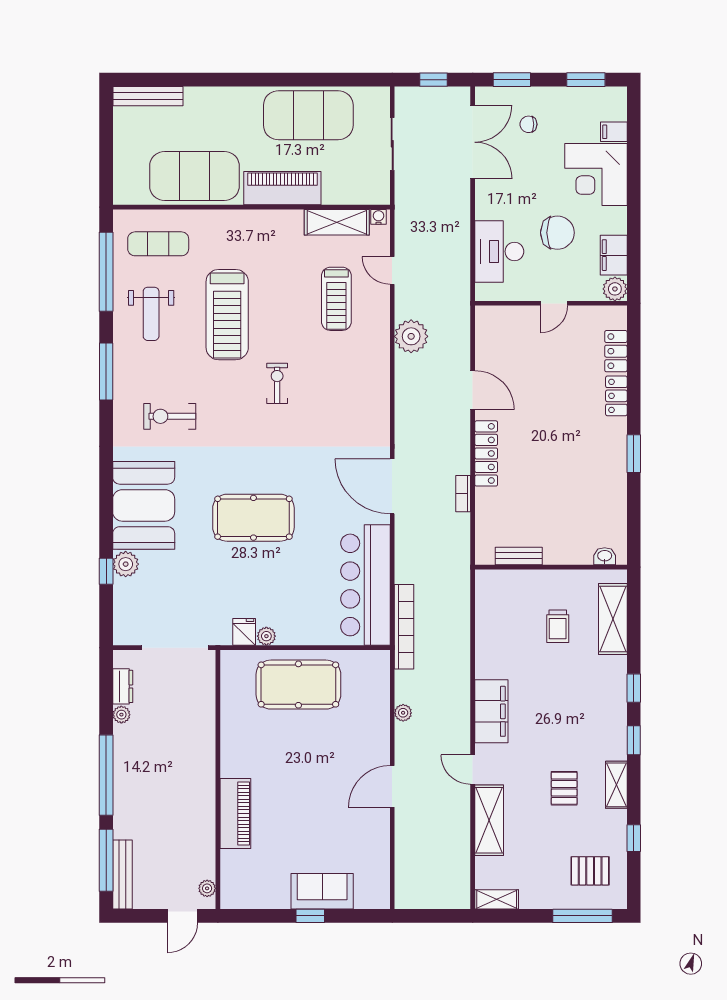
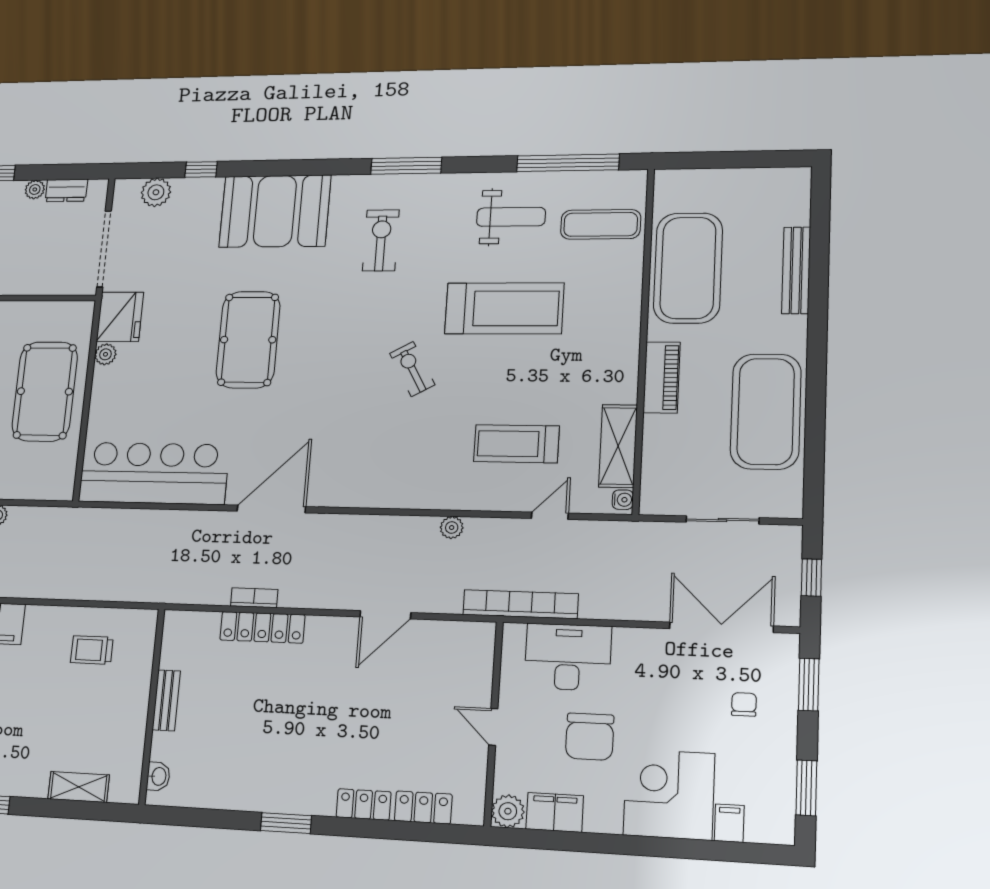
bench: (148, 96) -> (796, 270), moved
double door: (473, 142) -> (721, 627), swing flipped
piano: (282, 188) -> (662, 377), width x0.73, depth x0.75
exercise mat: (158, 244) -> (601, 224), turned 90
weight bench: (151, 314) -> (511, 217), turned 180
treadmill: (227, 315) -> (504, 308), turned 180
plant: (411, 336) -> (452, 527), width x0.53, depth x0.53
window: (106, 372) -> (406, 166), moved
exercise bike: (277, 383) -> (412, 369), turned -119
locker: (486, 453) -> (262, 627), moved
bench: (519, 556) -> (166, 700), moved
plant: (126, 564) -> (156, 192), moved
shelving: (613, 619) -> (79, 787), width x0.67, depth x0.75
trolley: (558, 626) -> (92, 650), moved
bookcase: (404, 627) -> (520, 604), moved, turned 180
fridge: (244, 632) -> (120, 317), width x1.88, depth x1.34

